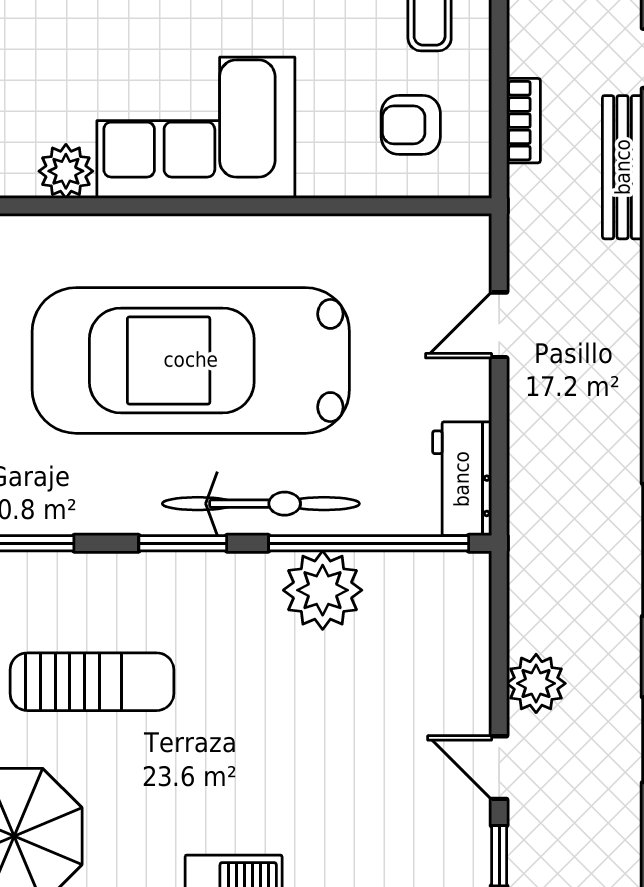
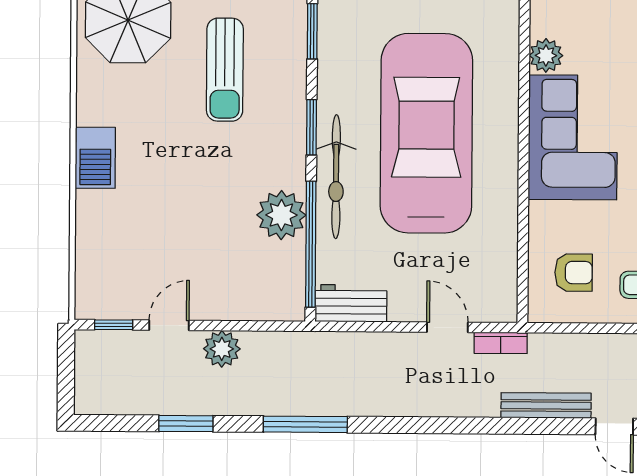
bookcase: (523, 121) -> (501, 343), moved
armchair: (411, 125) -> (574, 273), turned 90

